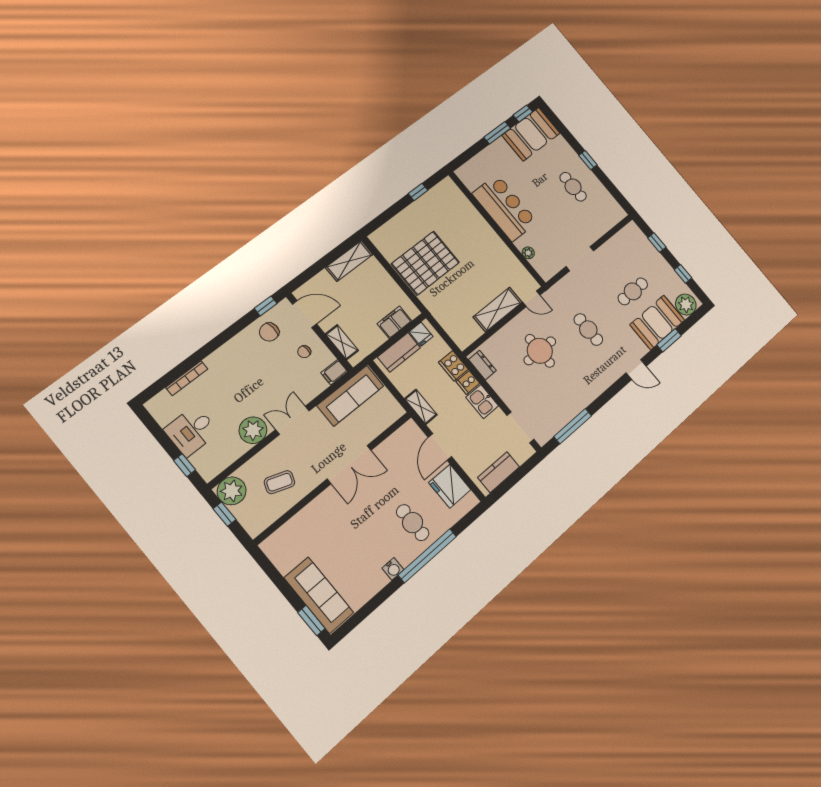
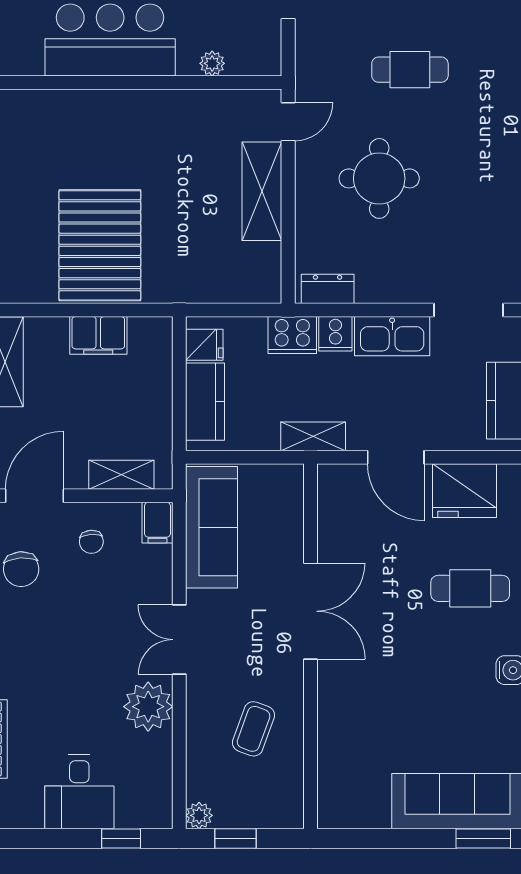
filing cabinet: (394, 322) -> (98, 335), moved, turned -90
kitchen sink: (482, 402) -> (392, 336), width x1.38
plant: (232, 491) -> (199, 815), width x0.53, depth x0.53

